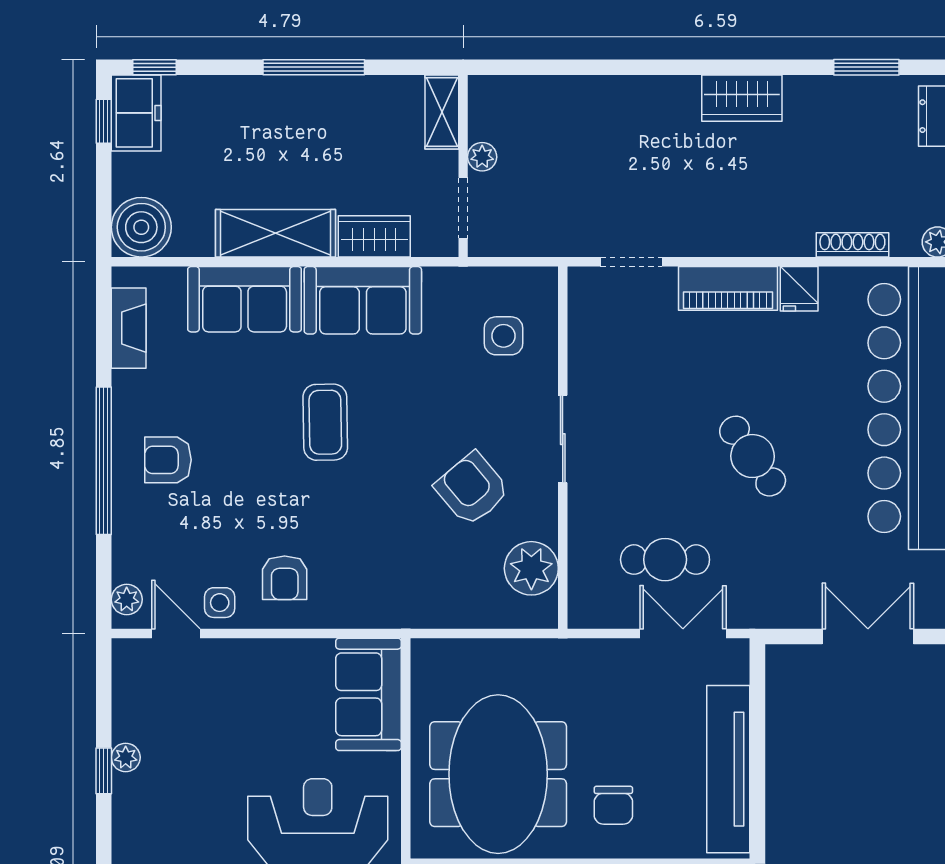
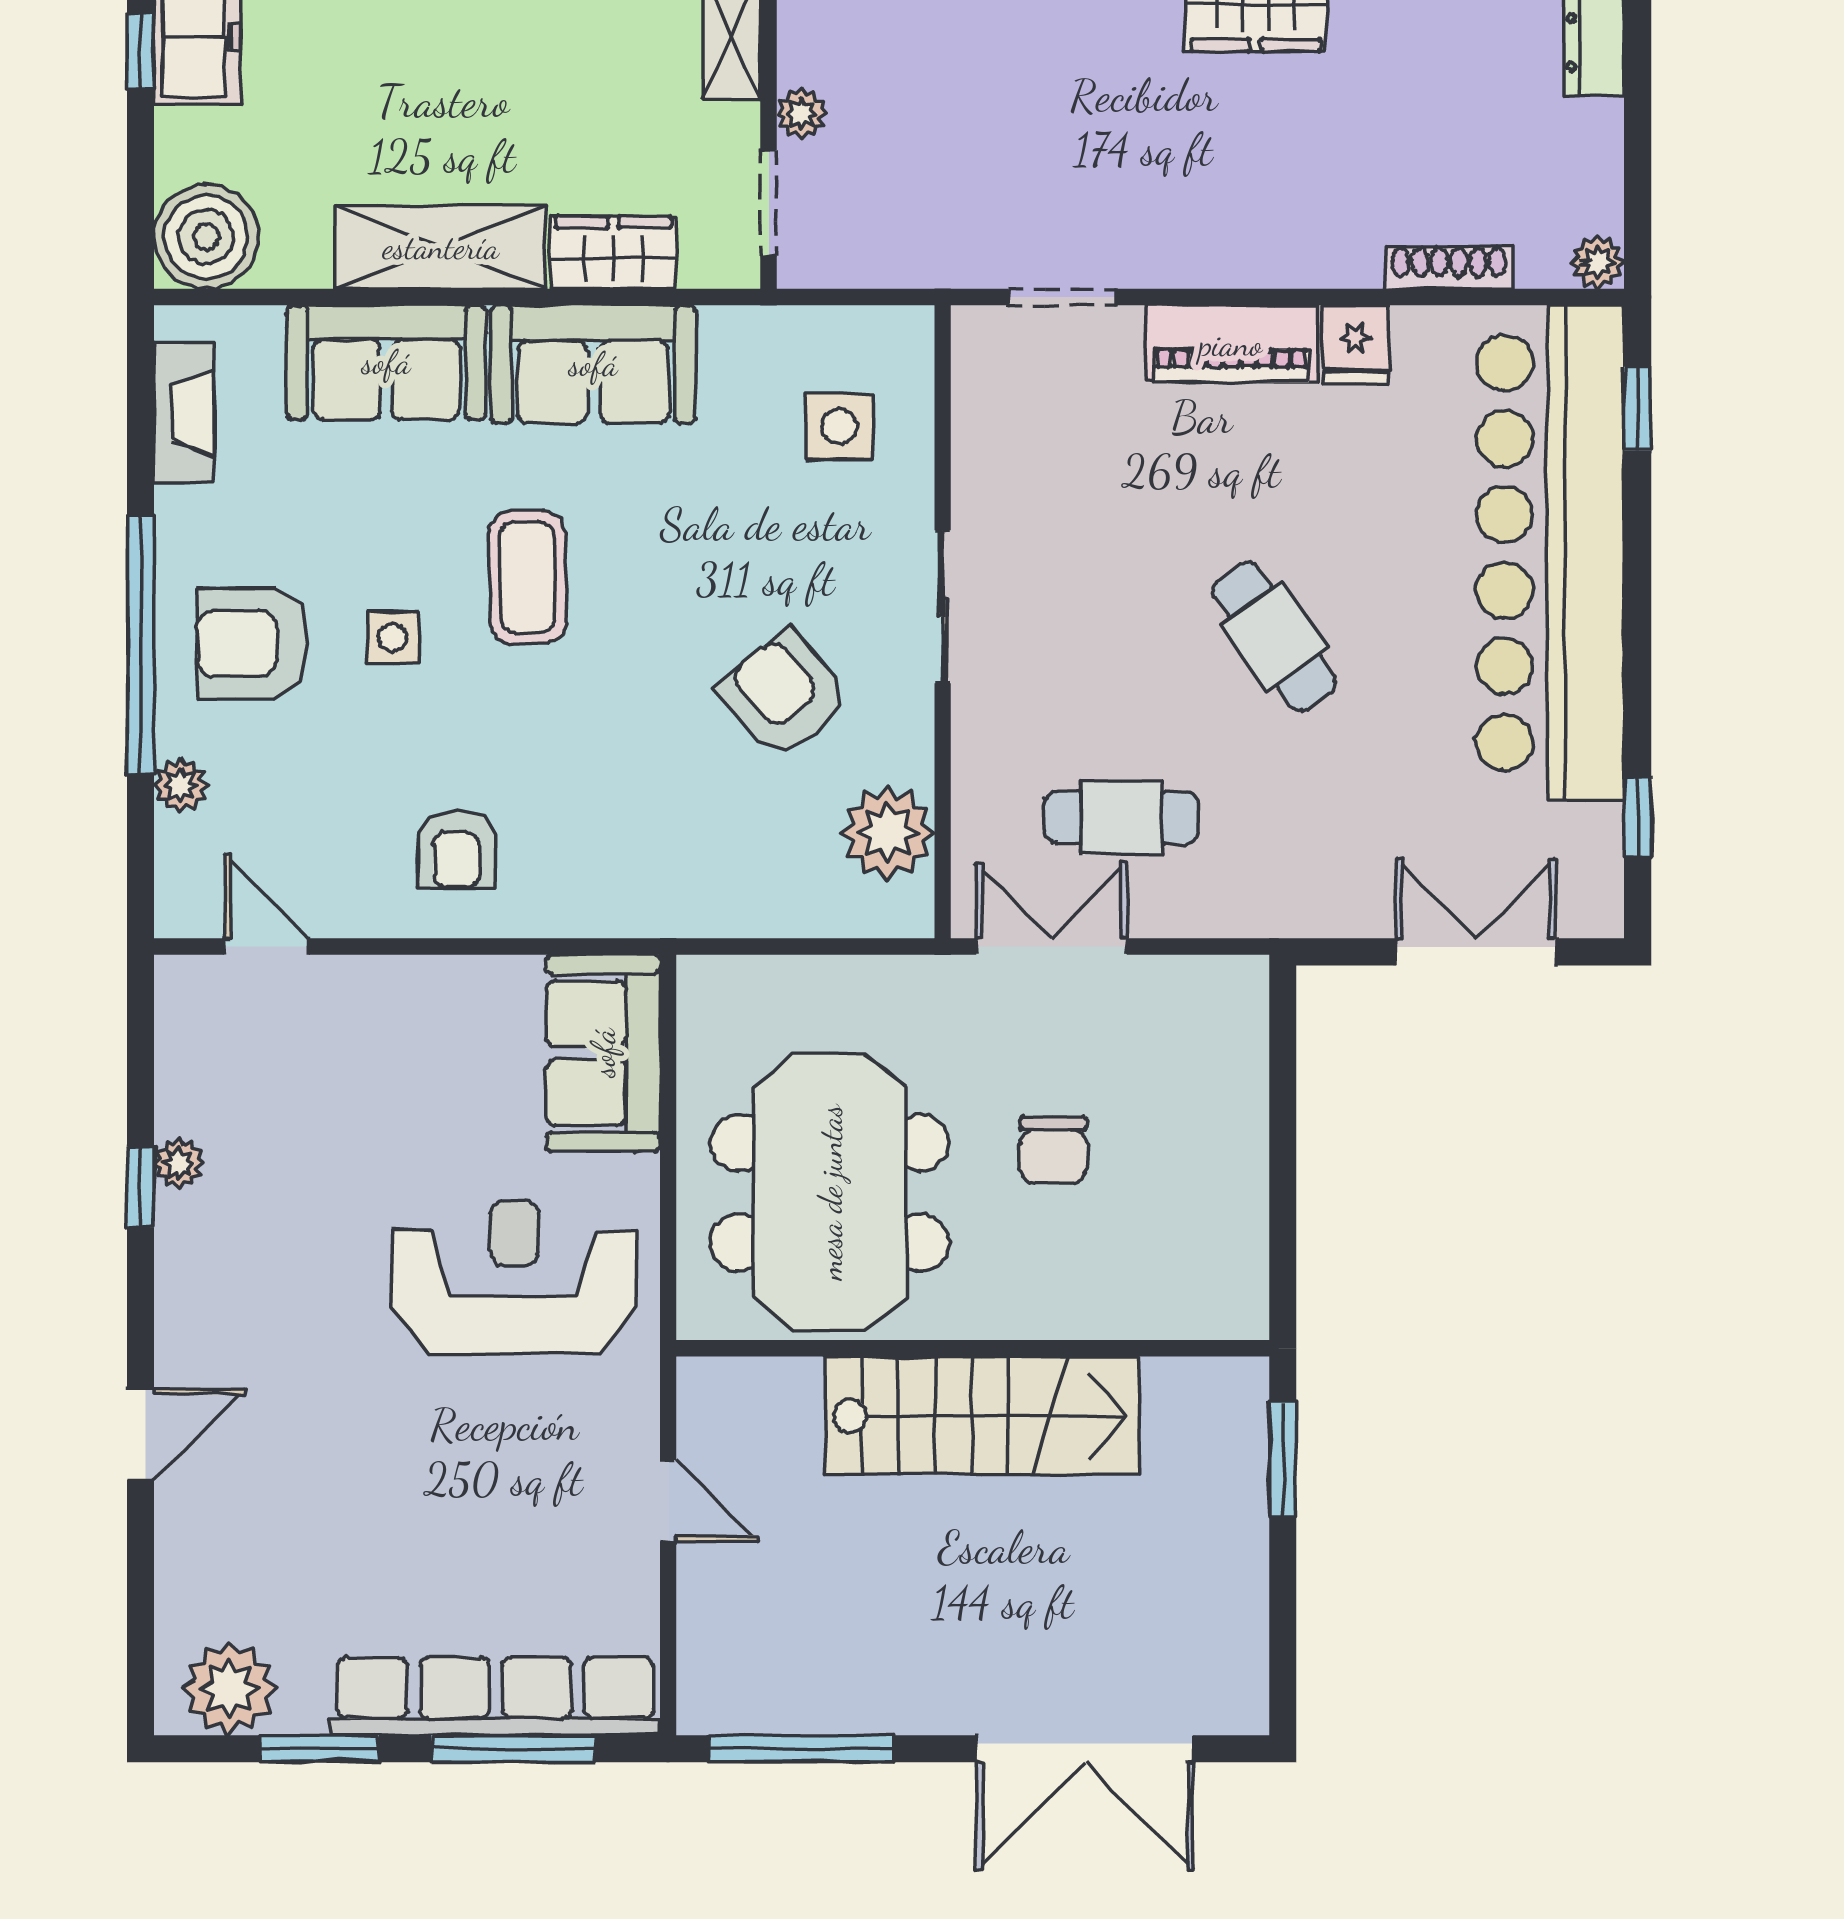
armchair: (168, 460) -> (253, 643), width x1.38, depth x1.38
plant: (127, 599) -> (181, 785), moved
side table: (220, 603) -> (393, 638), moved
double door: (683, 633) -> (1052, 947), moved
tv unit: (728, 769) -> (1232, 1184), removed
chair: (613, 805) -> (1053, 1150), moved

